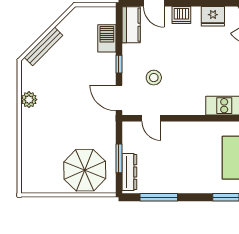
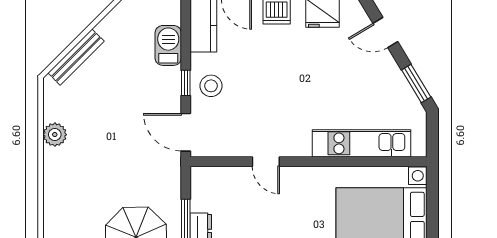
stool: (154, 78) -> (211, 86), moved
door: (151, 118) -> (266, 162), moved

